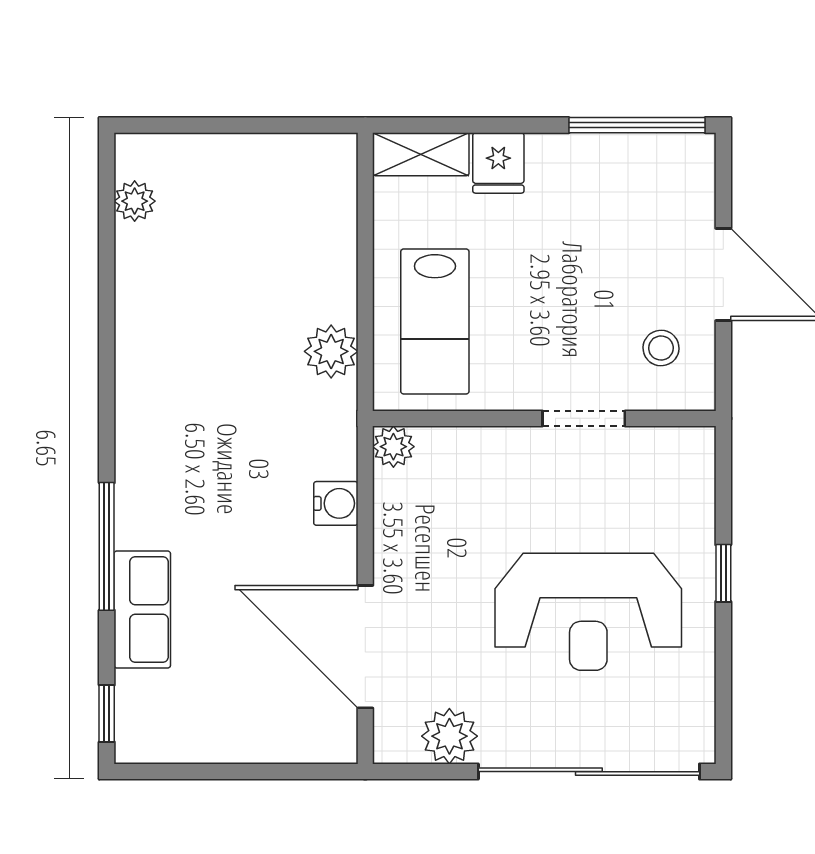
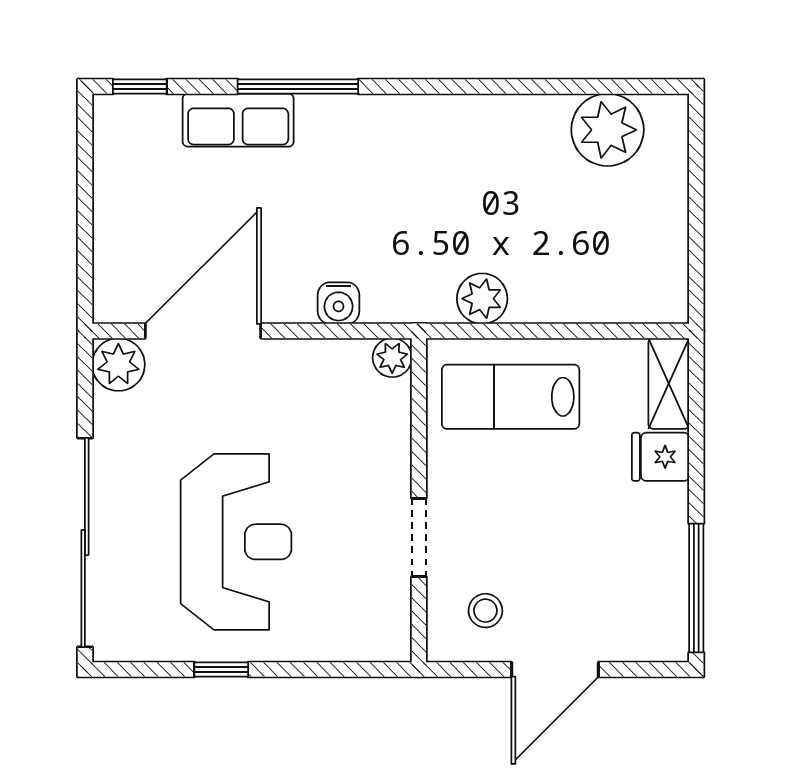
plant: (135, 201) -> (608, 130), width x1.87, depth x1.87
window: (723, 573) -> (221, 670), moved
reception desk: (588, 612) -> (236, 542), turned 180
plant: (449, 736) -> (118, 365), moved

